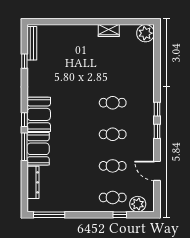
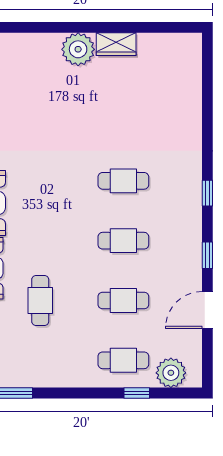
plant: (145, 33) -> (78, 49), moved
window: (157, 131) -> (207, 255), moved
cafe table: (69, 166) -> (40, 300), added
door: (157, 171) -> (207, 310), hinge flipped

